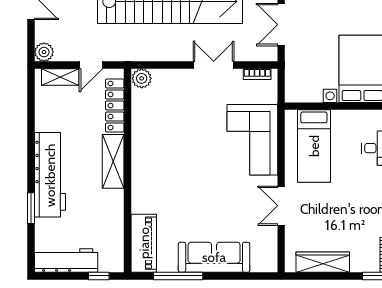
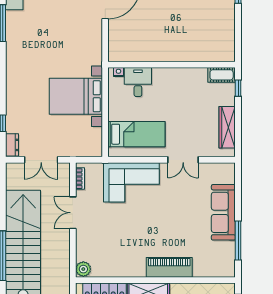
piano: (144, 243) -> (169, 267), moved

